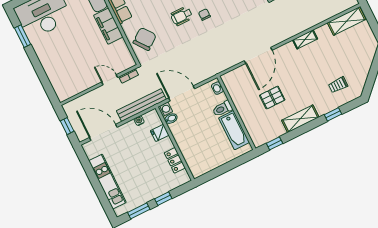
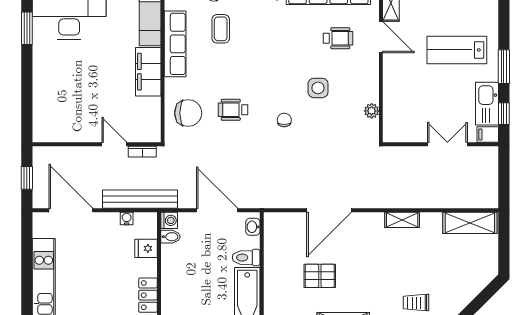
wheelchair: (182, 16) -> (233, 110), moved
chair: (145, 39) -> (188, 113), turned 37
door: (182, 93) -> (217, 210), moved

